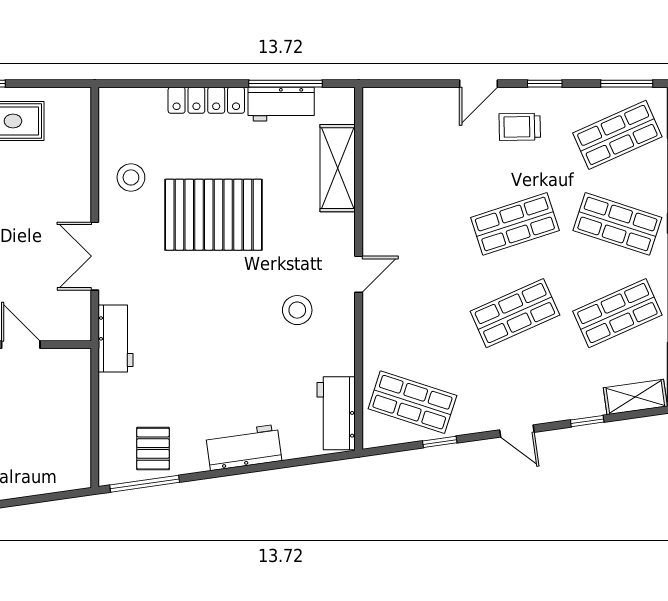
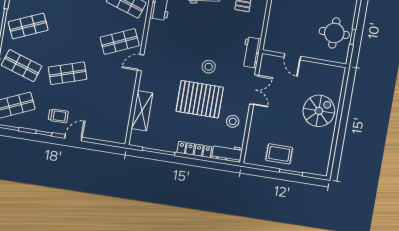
workbench: (281, 104) -> (227, 153), moved
stool: (297, 310) -> (209, 67), moved
shop shelf: (515, 313) -> (120, 42), moved

